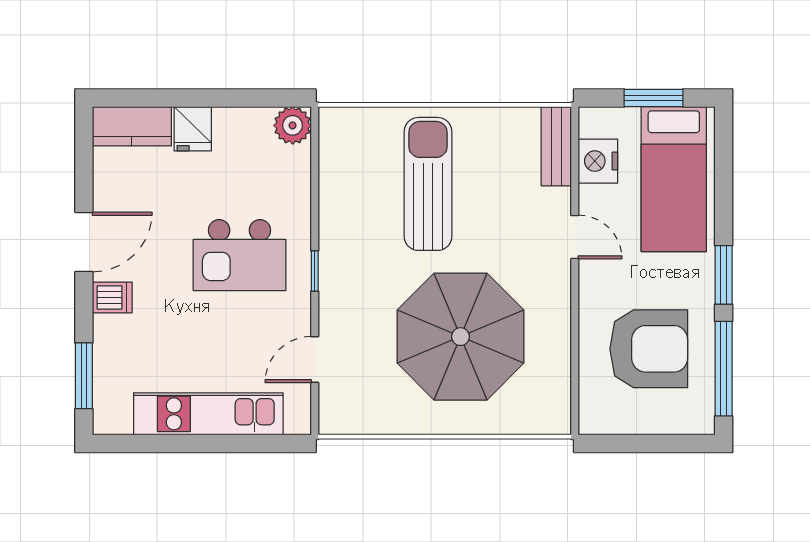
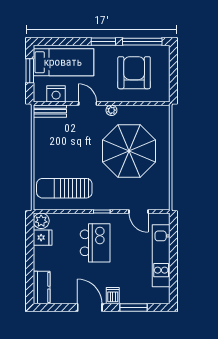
fridge: (193, 129) -> (43, 238), moved
sun lounger: (428, 184) -> (64, 188), moved
door: (575, 237) -> (88, 103), hinge flipped
plant: (558, 294) -> (111, 110), added
window: (84, 376) -> (134, 308), moved

